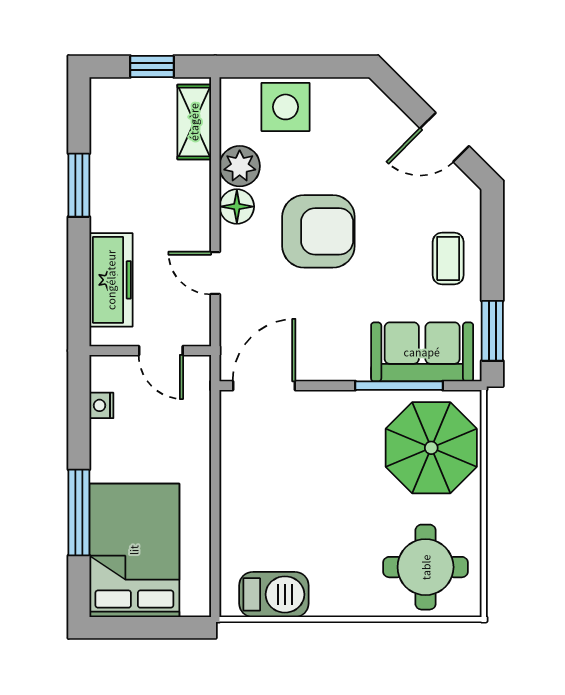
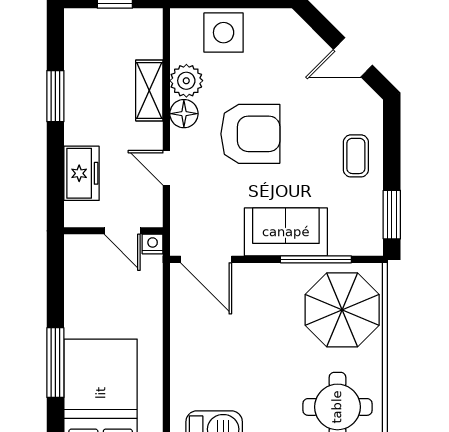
shelving: (194, 122) -> (149, 90), moved
freezer: (111, 280) -> (82, 173), width x0.71
sofa: (422, 352) -> (286, 232), moved
door: (264, 386) -> (206, 259), swing flipped
nightstand: (101, 405) -> (153, 244), moved, turned 90

